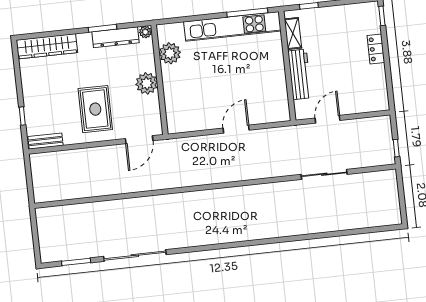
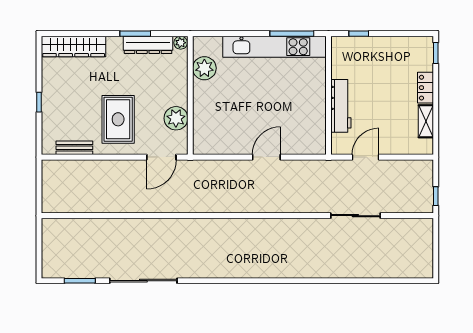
shelving: (293, 33) -> (426, 121), moved
plant: (147, 83) -> (176, 118), moved
window: (22, 116) -> (39, 102), moved
bench: (46, 141) -> (74, 148), moved

